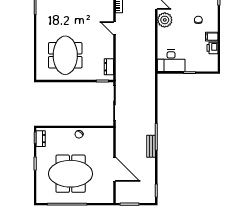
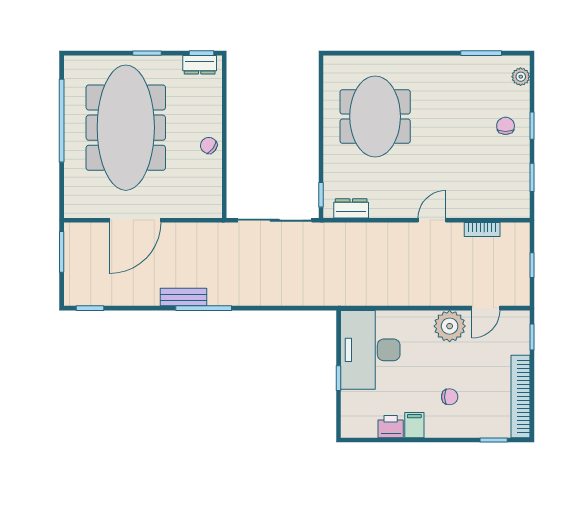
meeting table: (65, 55) -> (375, 117), turned 90
desk: (171, 61) -> (370, 350), width x1.36, depth x1.30
meeting table: (71, 174) -> (126, 128), width x1.36

